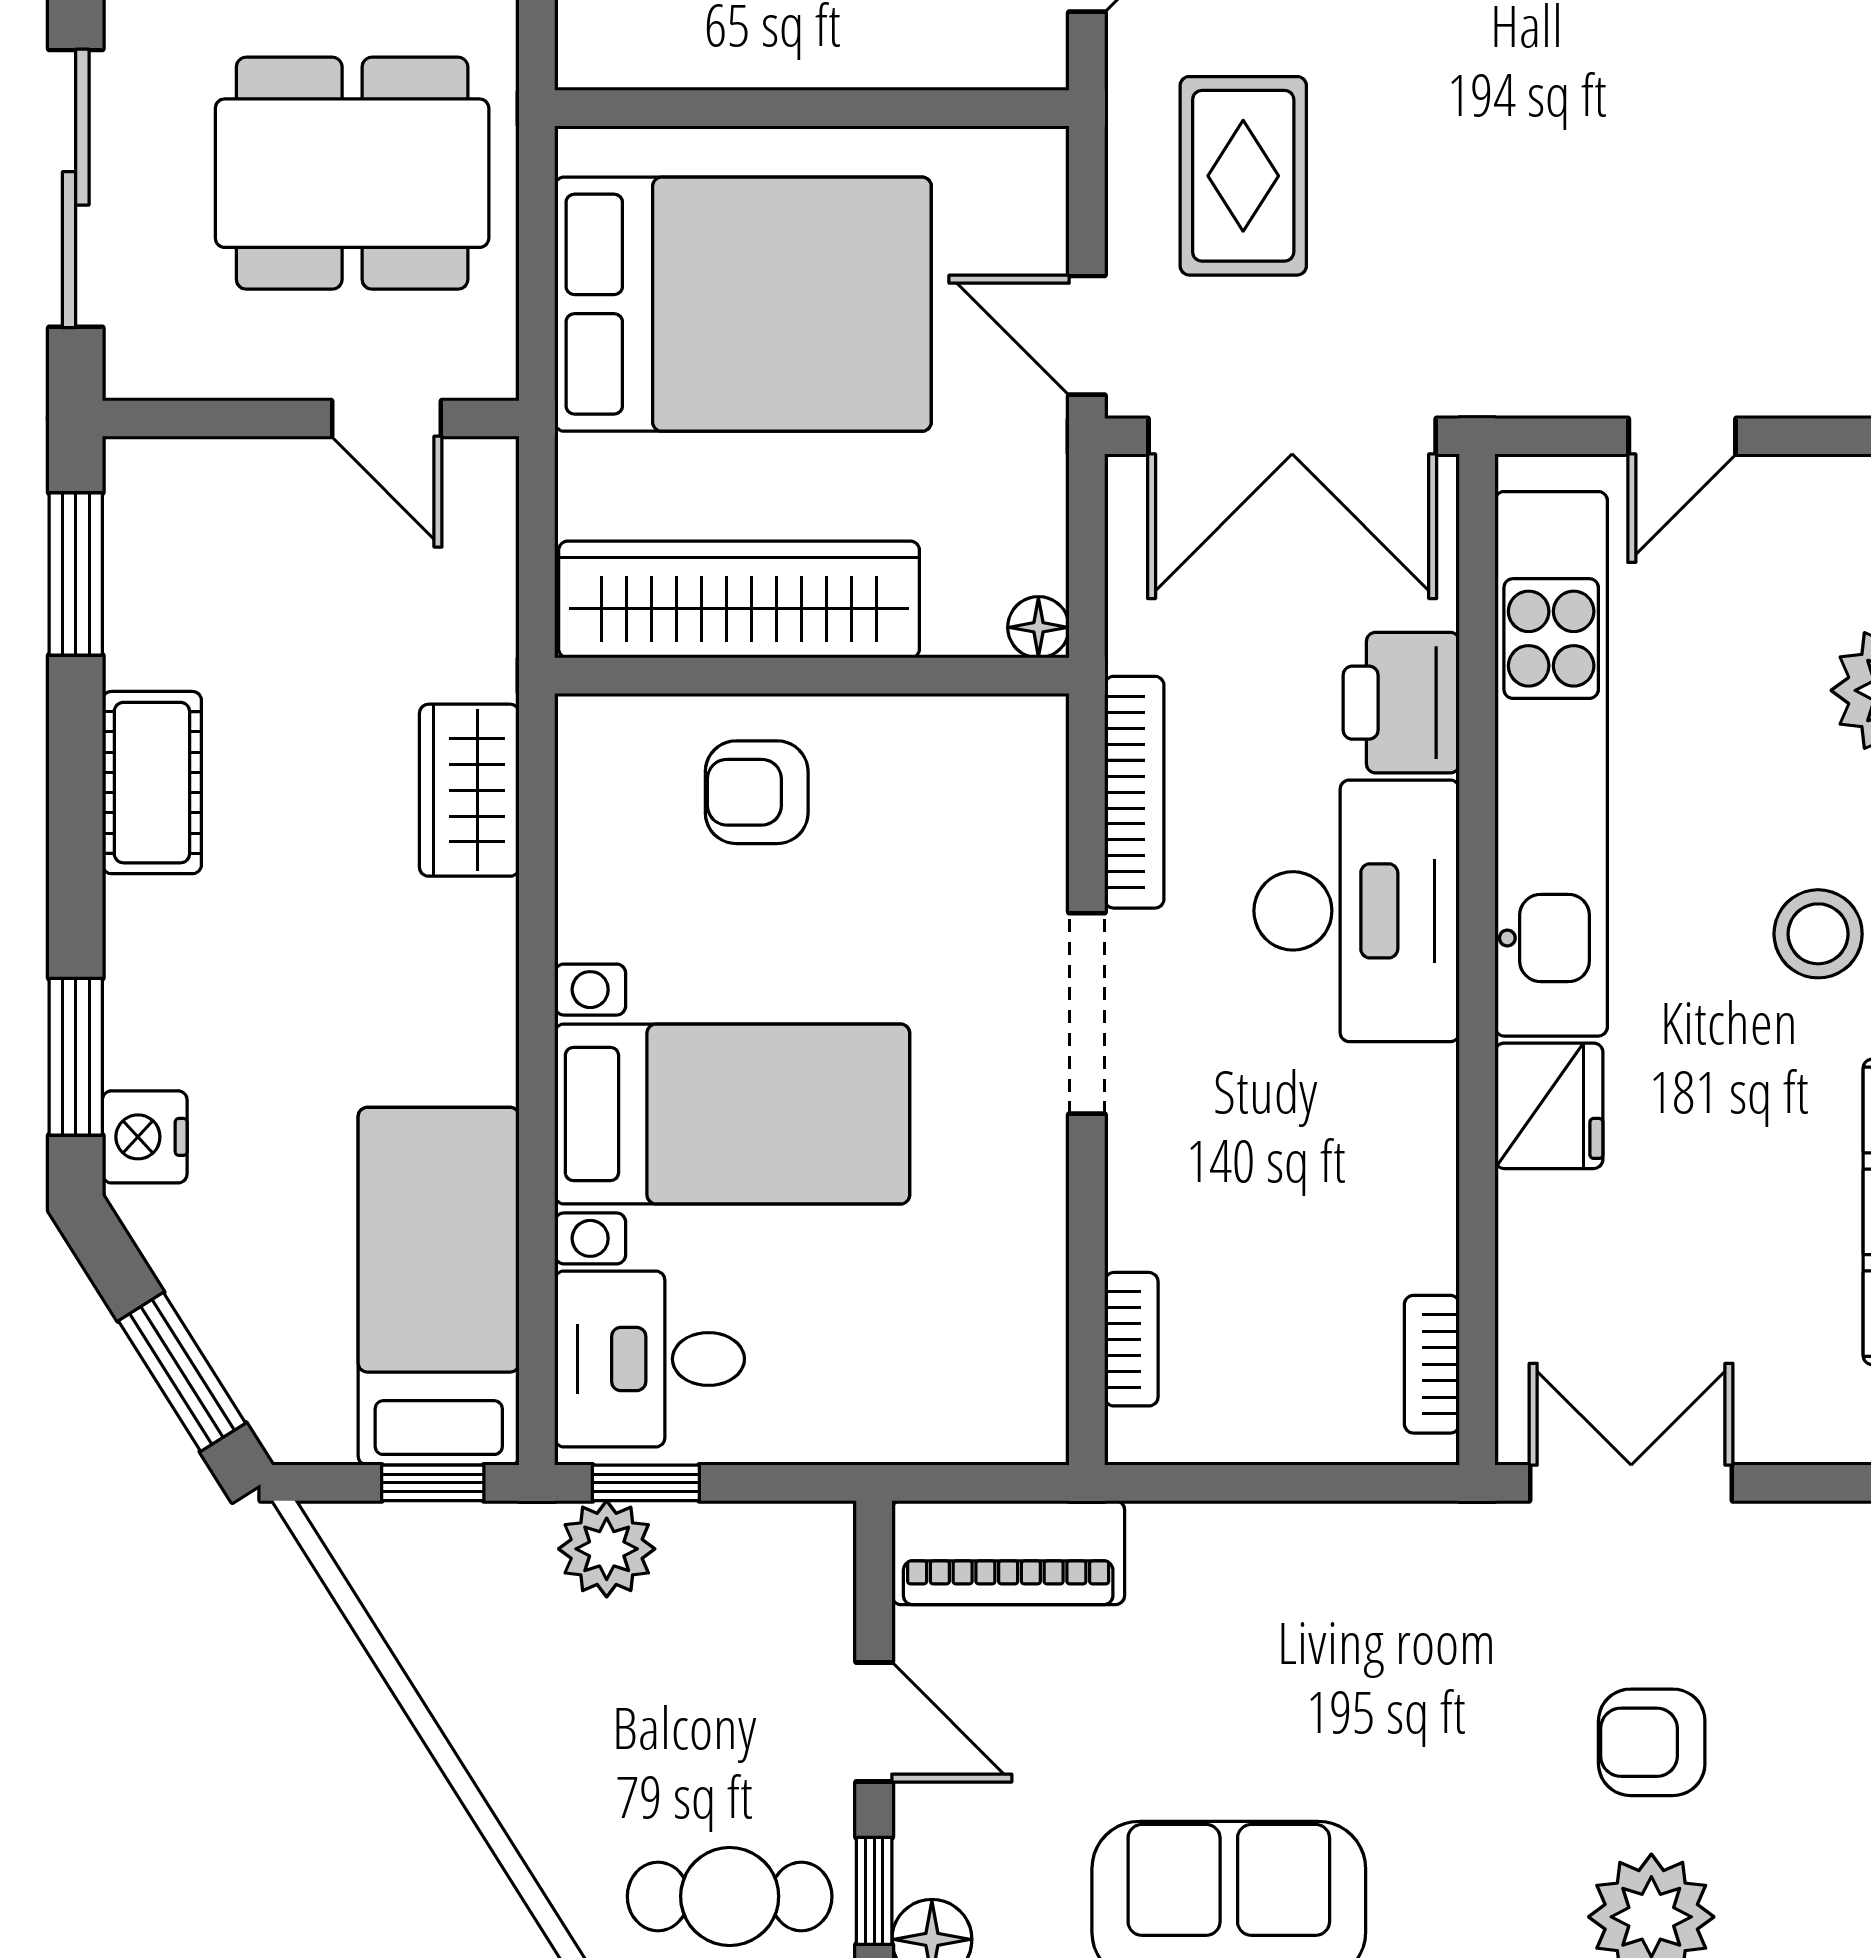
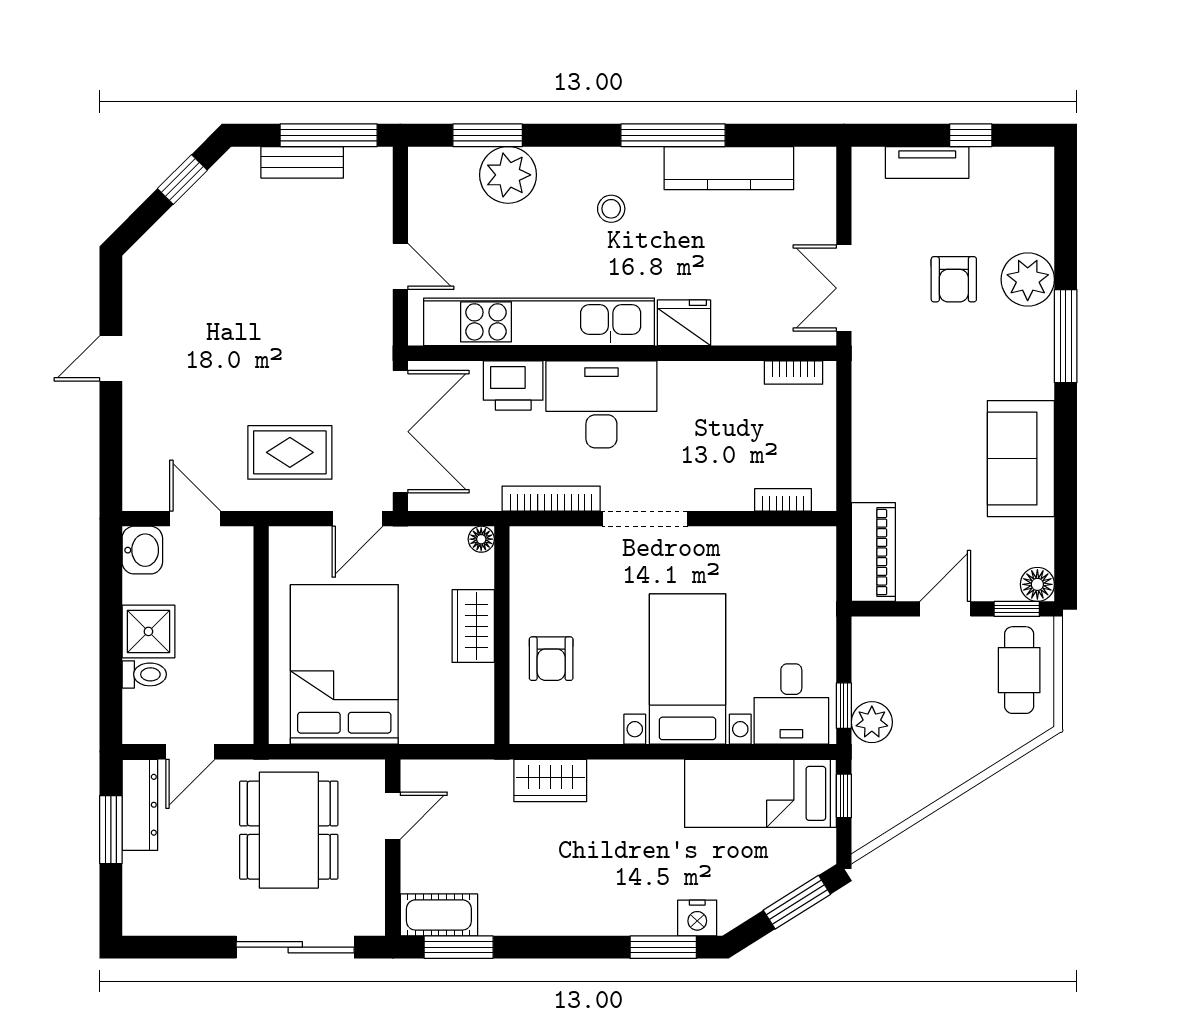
wardrobe: (739, 600) -> (473, 626), width x0.48, depth x0.85
cot: (152, 783) -> (439, 915), moved
stool: (1818, 934) -> (611, 209), width x0.73, depth x0.73

